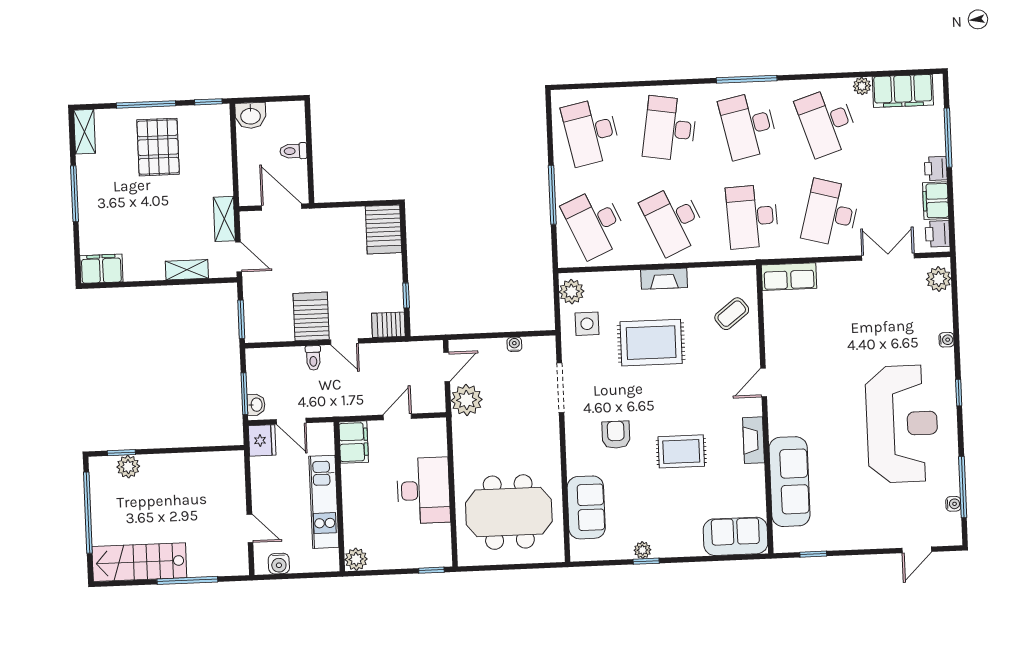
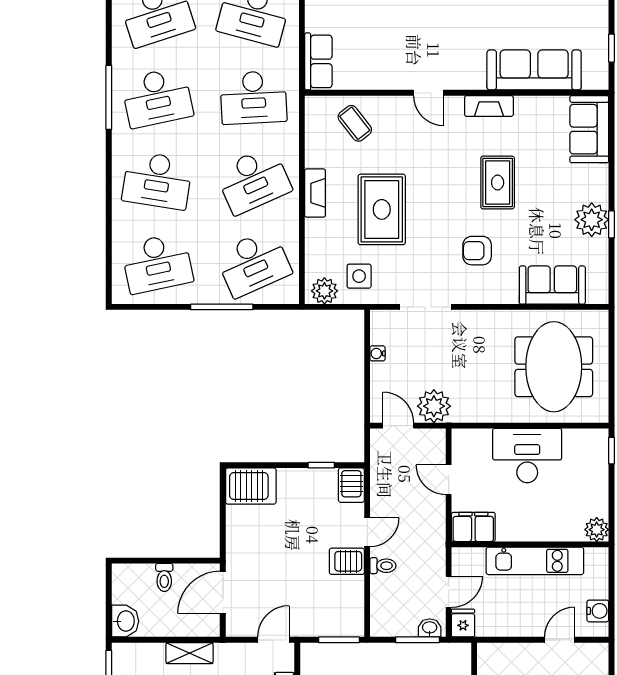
shelving: (224, 219) -> (189, 653), moved
server rack: (311, 316) -> (347, 561), width x0.73, depth x0.70
fridge: (262, 440) -> (463, 623), width x0.72
plant: (642, 550) -> (592, 220), width x1.87, depth x1.87

